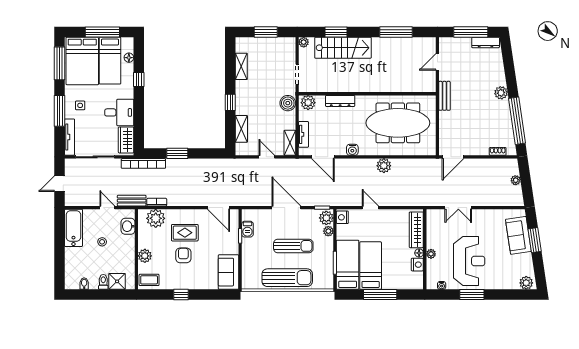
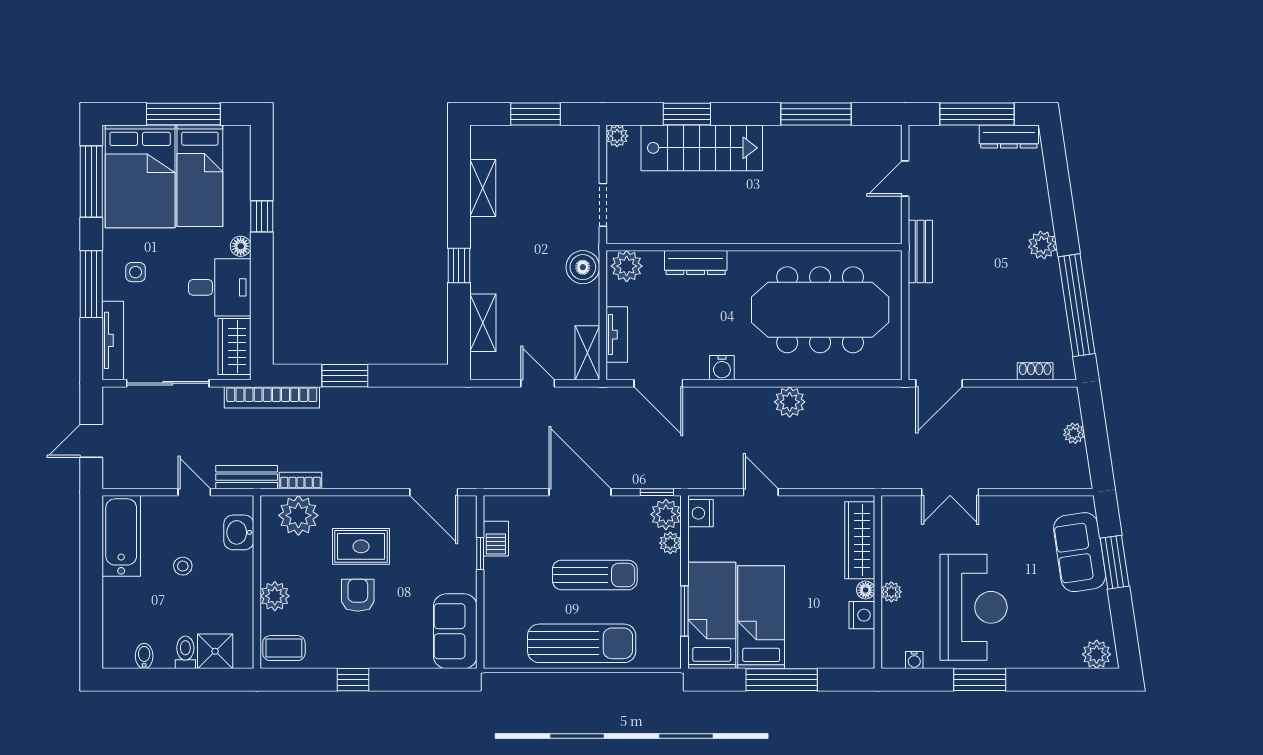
floor lamp: (129, 58) -> (241, 246), moved

